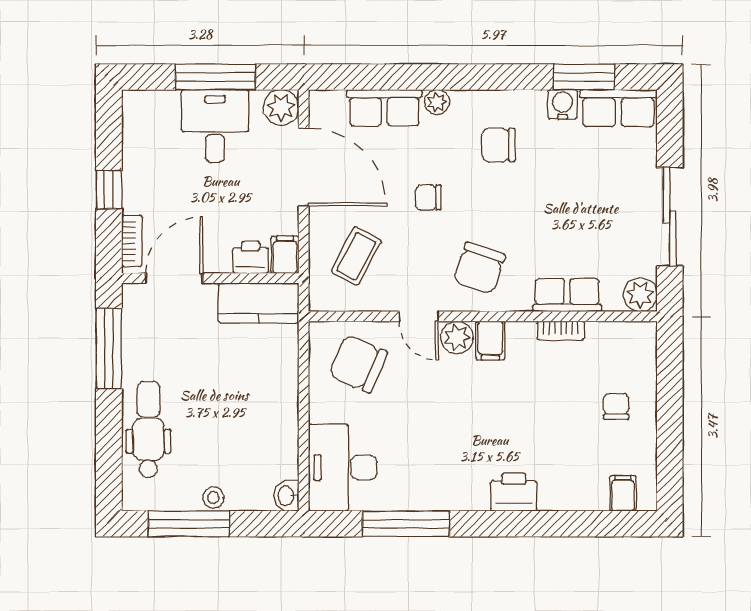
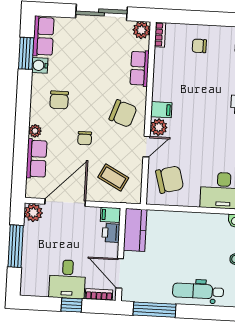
desk: (215, 126) -> (67, 279), moved, turned -90
bookcase: (561, 330) -> (160, 35), moved
chair: (358, 364) -> (170, 180), turned -129

